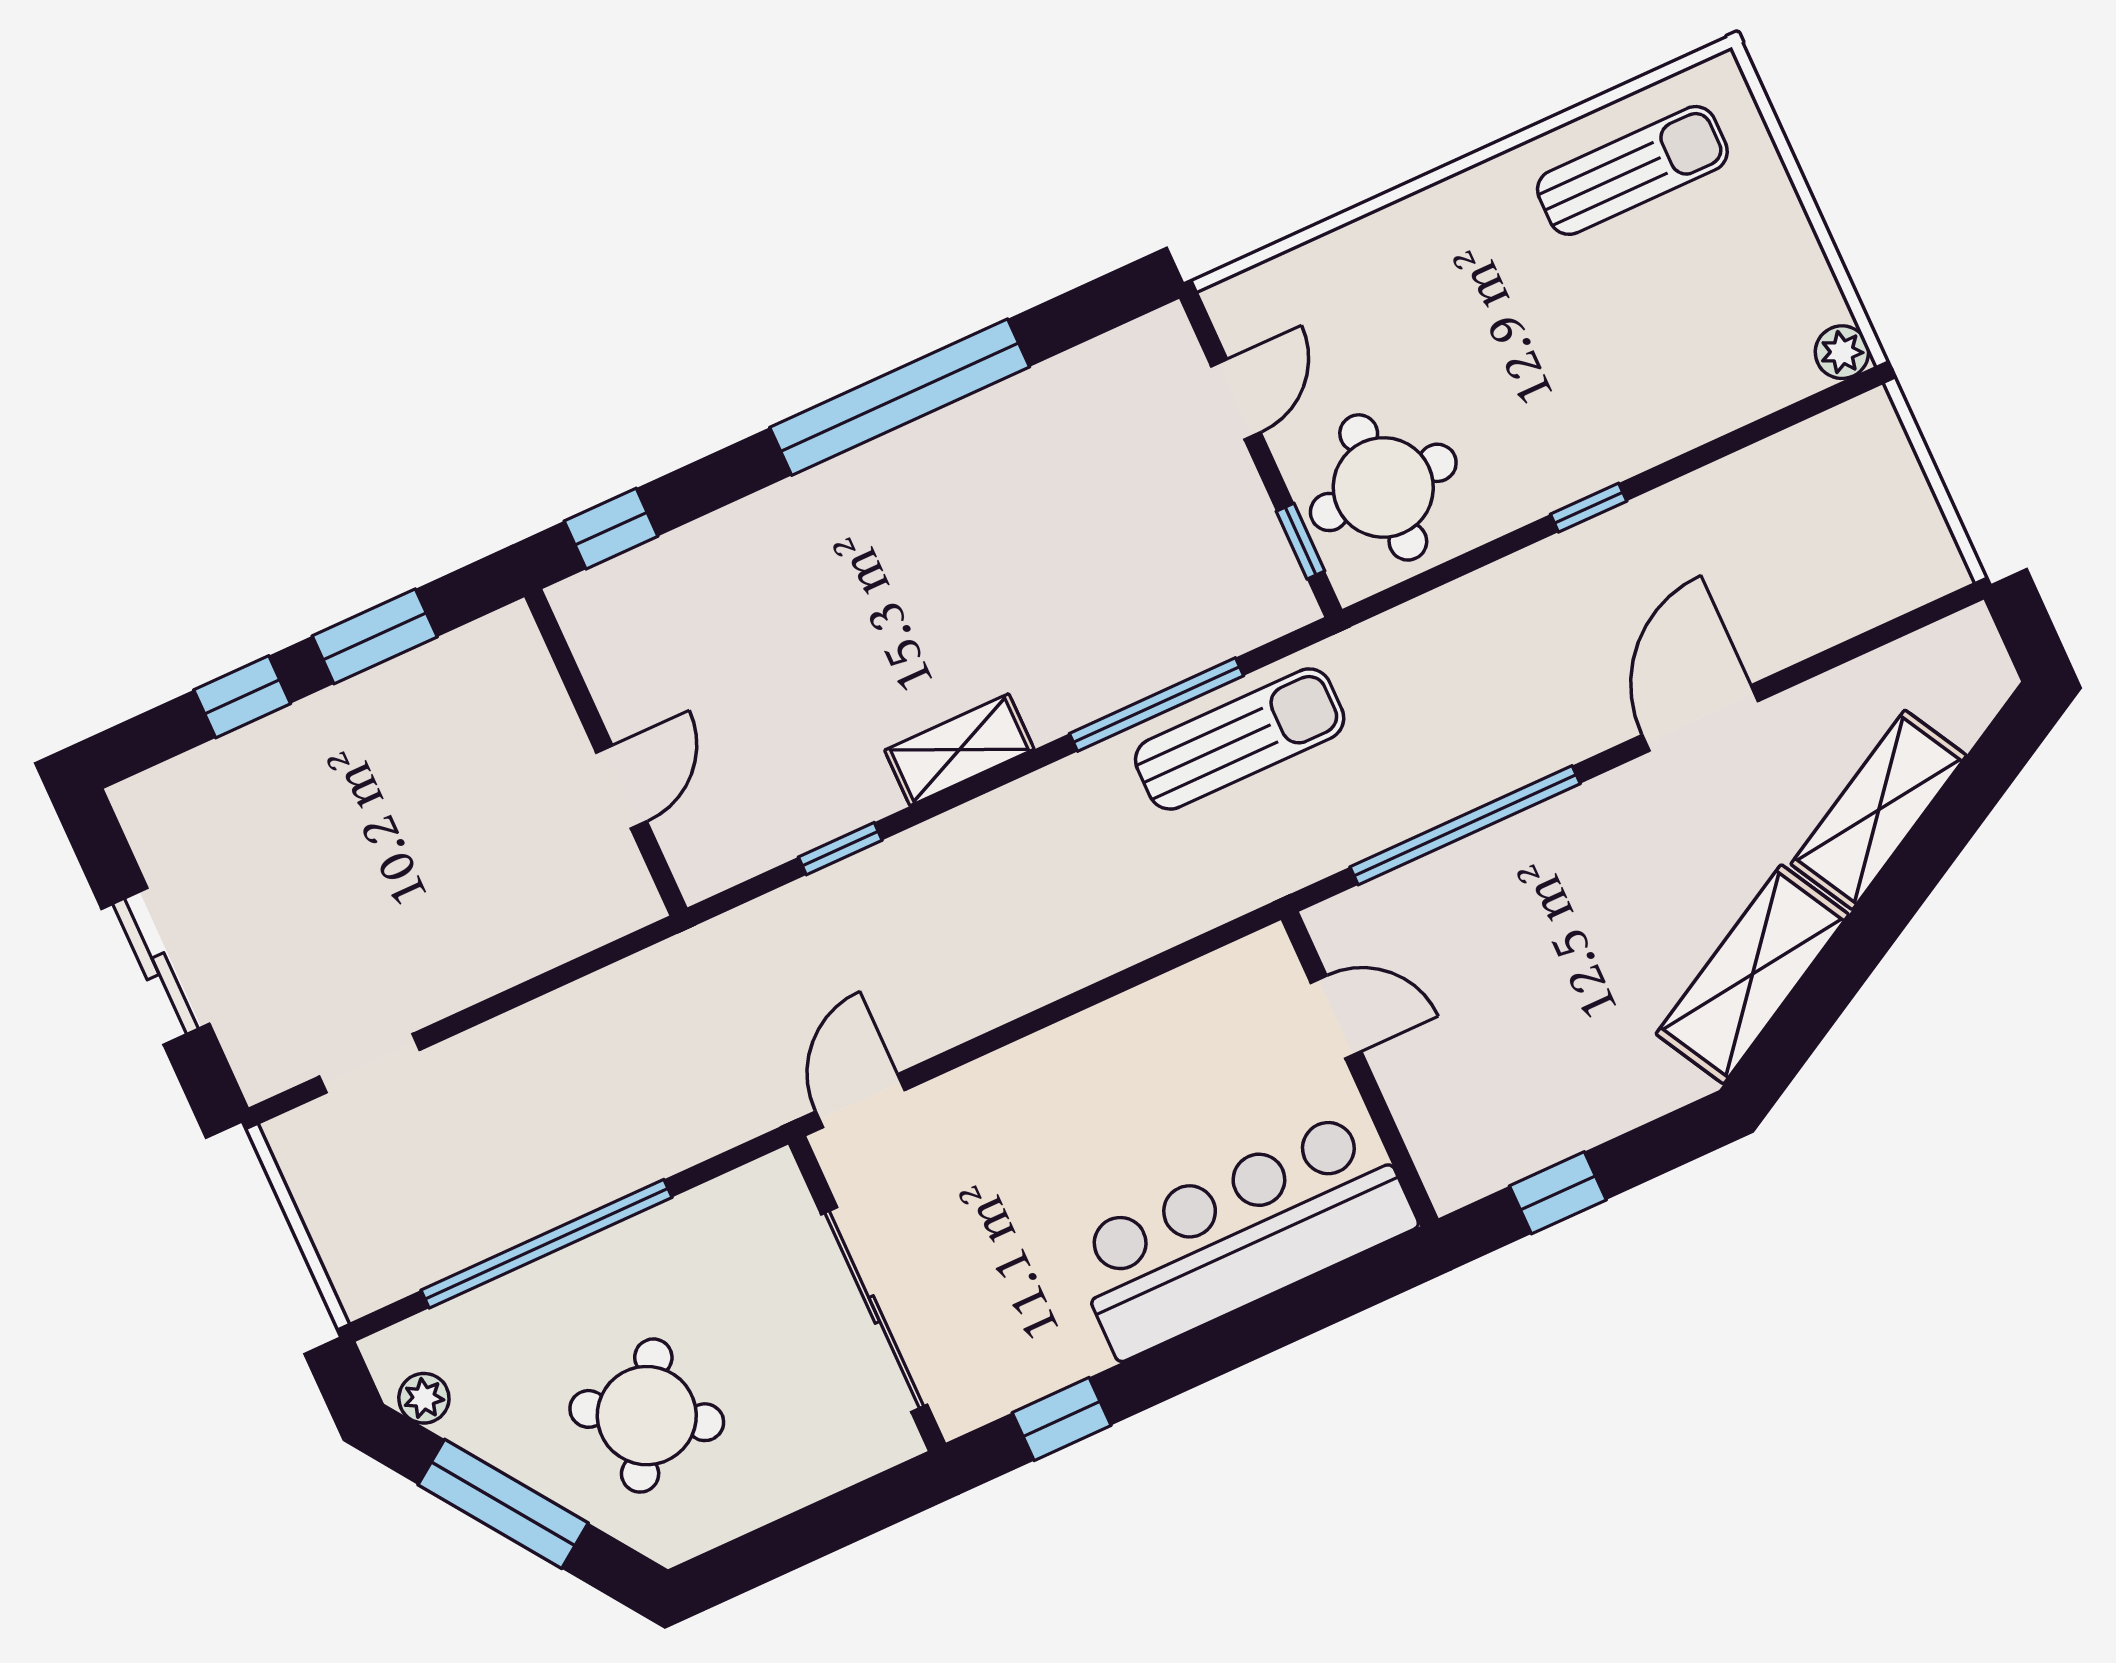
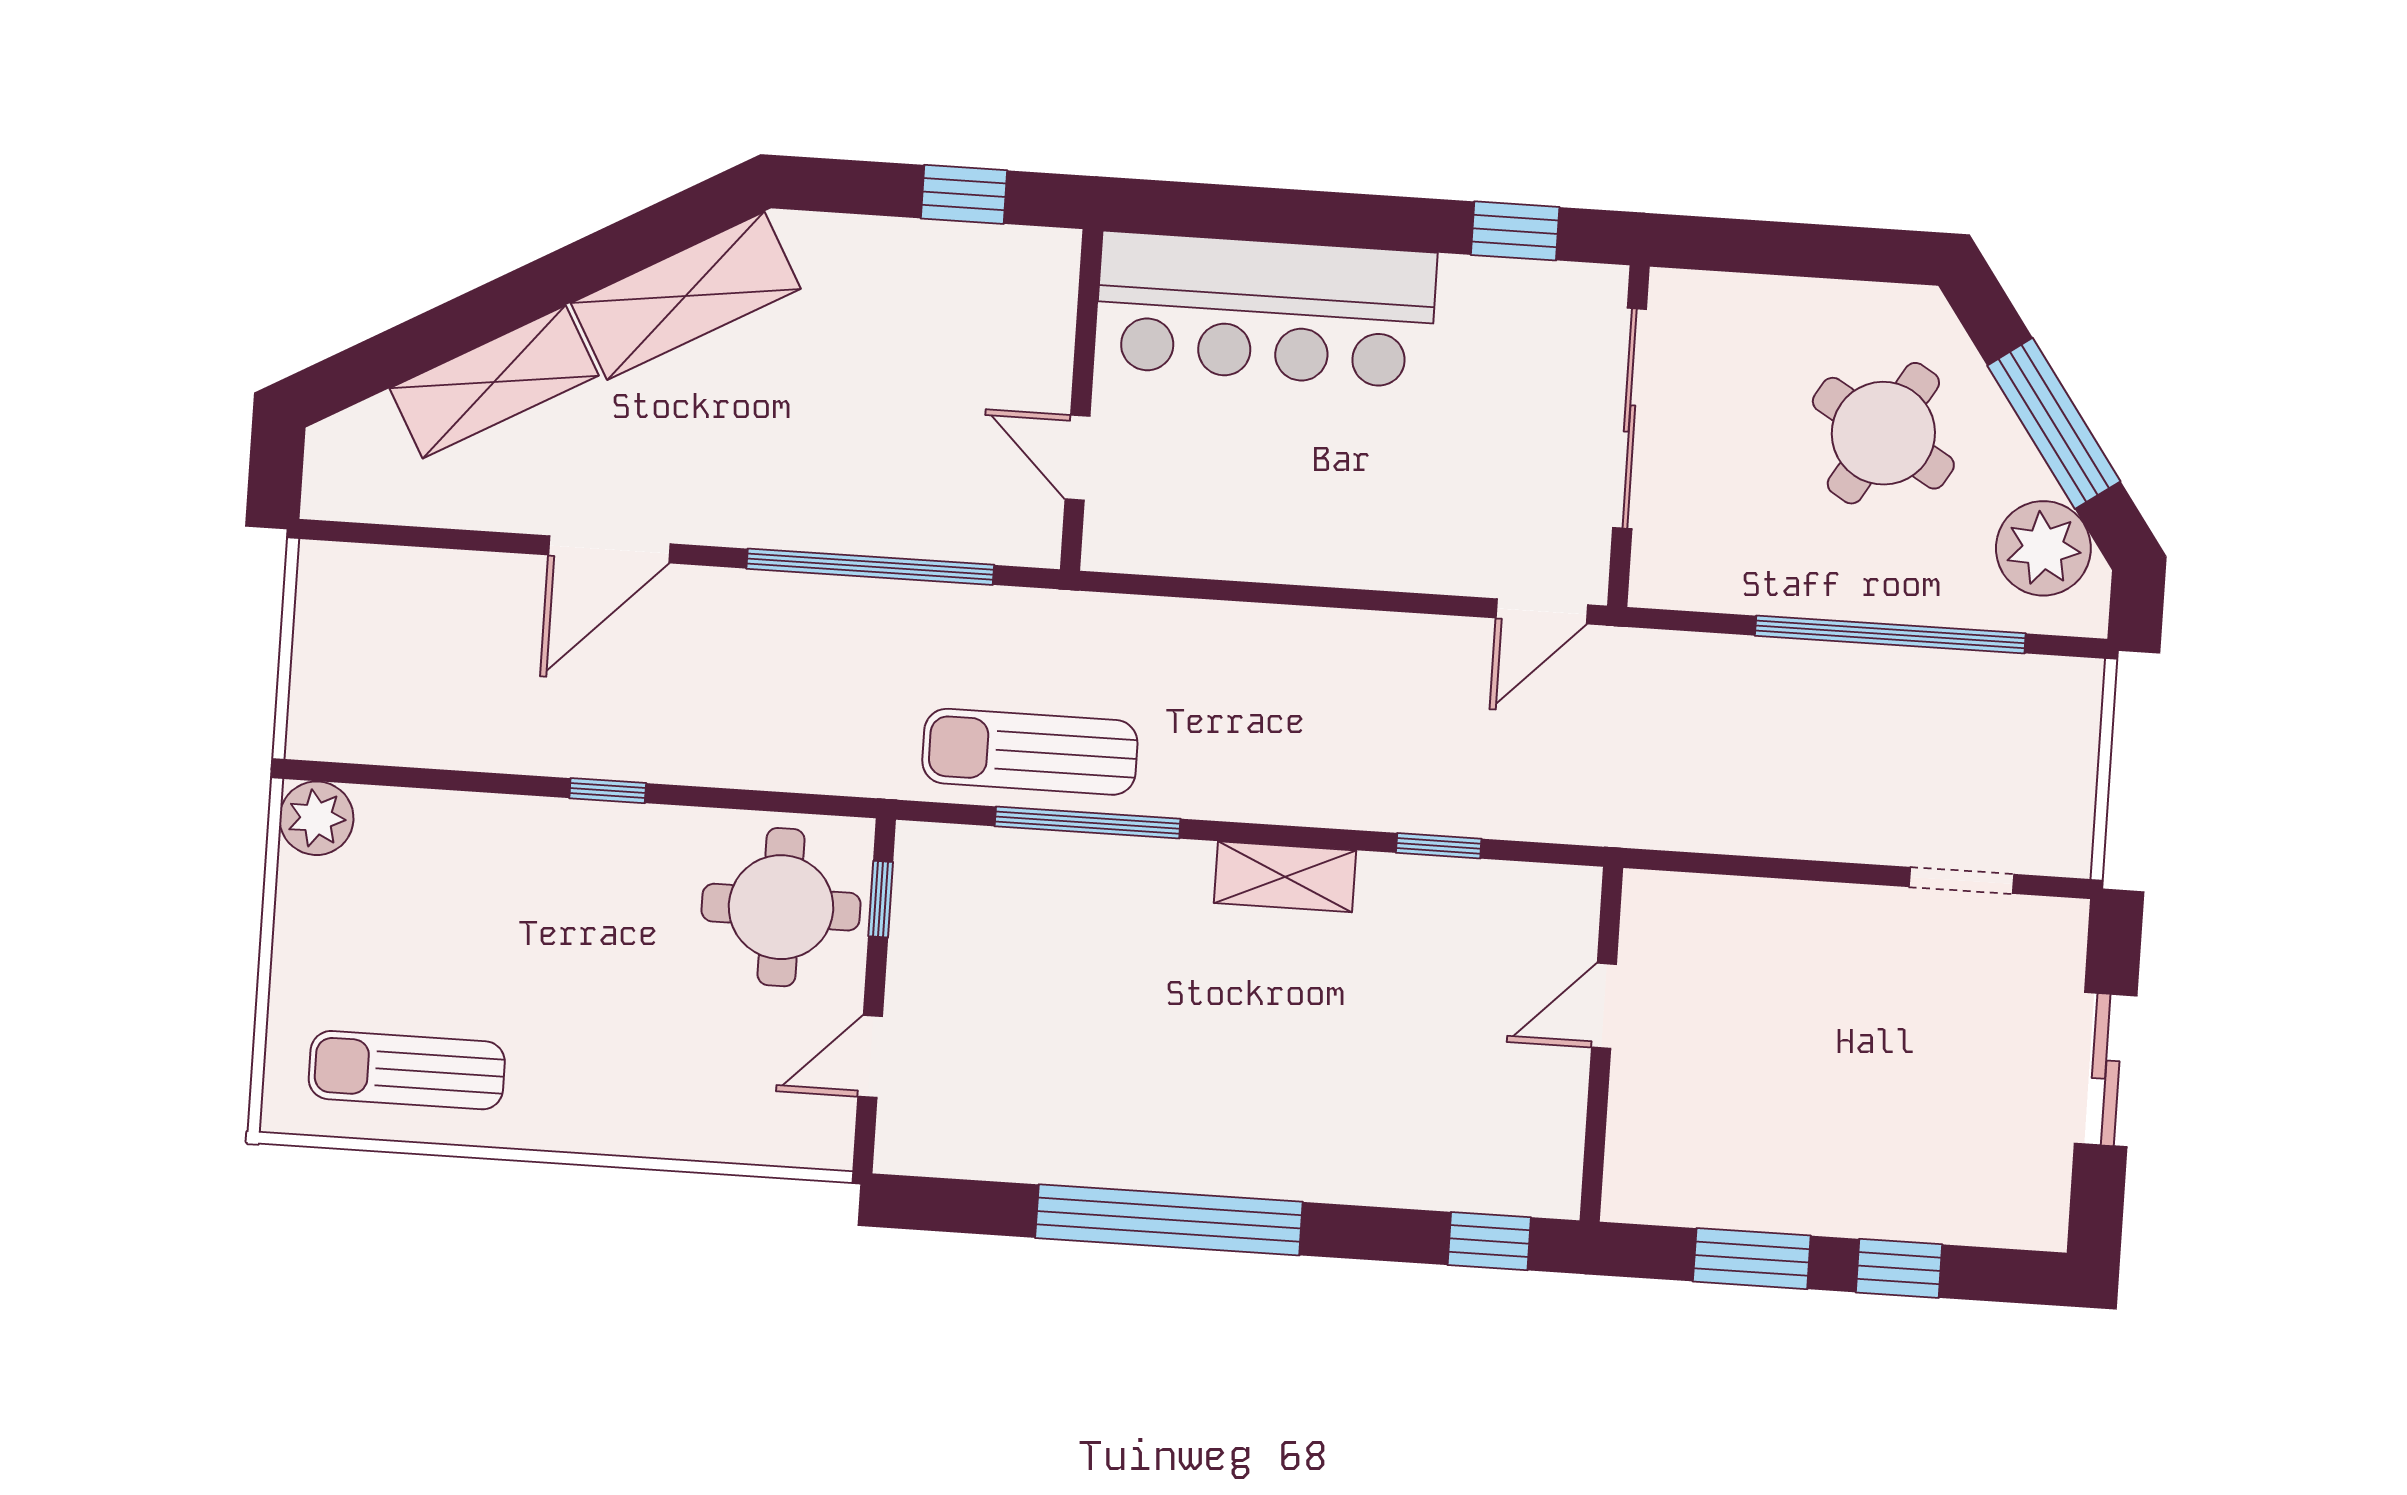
plant: (1842, 352) -> (316, 818), width x1.38, depth x1.38
plant: (424, 1398) -> (2043, 548), width x1.88, depth x1.88

